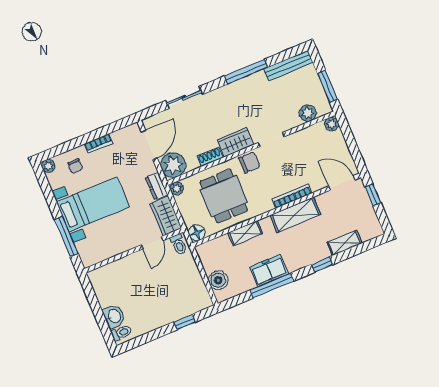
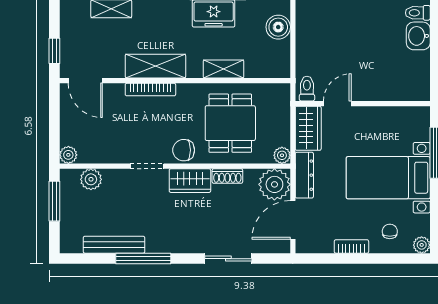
bench: (288, 66) -> (114, 245), moved
dresser: (157, 186) -> (304, 175), width x1.44
floor lamp: (197, 233) -> (280, 93), removed

